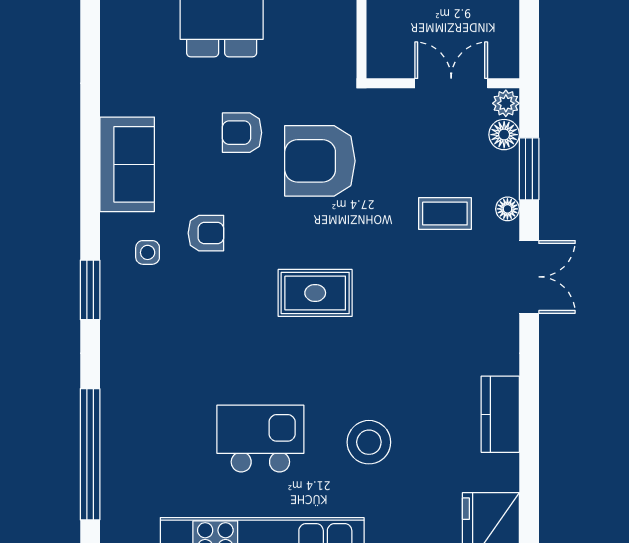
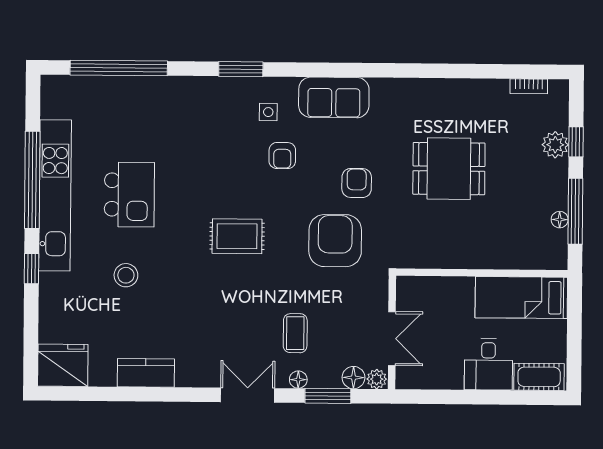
double door: (529, 277) -> (248, 395), swing flipped
rug: (315, 293) -> (237, 236), turned 90
stool: (369, 442) -> (126, 275), width x0.73, depth x0.73

